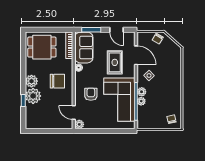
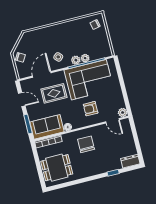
door: (117, 30) -> (22, 100), hinge flipped
dining table: (42, 47) -> (57, 168), turned 90
plant: (31, 81) -> (92, 169), removed
plant: (33, 96) -> (106, 164), removed
door: (74, 113) -> (112, 121), hinge flipped
dresser: (30, 120) -> (130, 161), added

